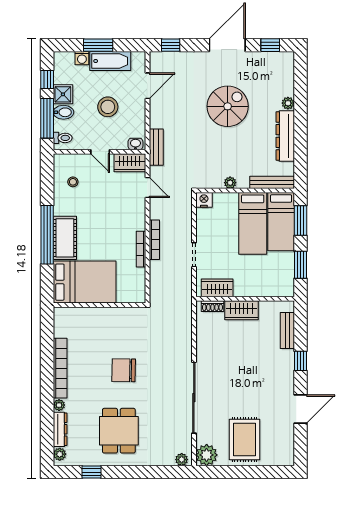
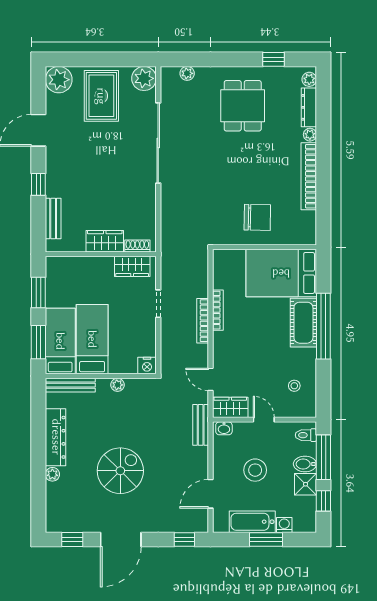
spiral stairs: (228, 106) -> (120, 471), turned 180
chair: (124, 370) -> (257, 217), moved
plant: (282, 454) -> (59, 80), added
plant: (182, 460) -> (187, 73), moved

